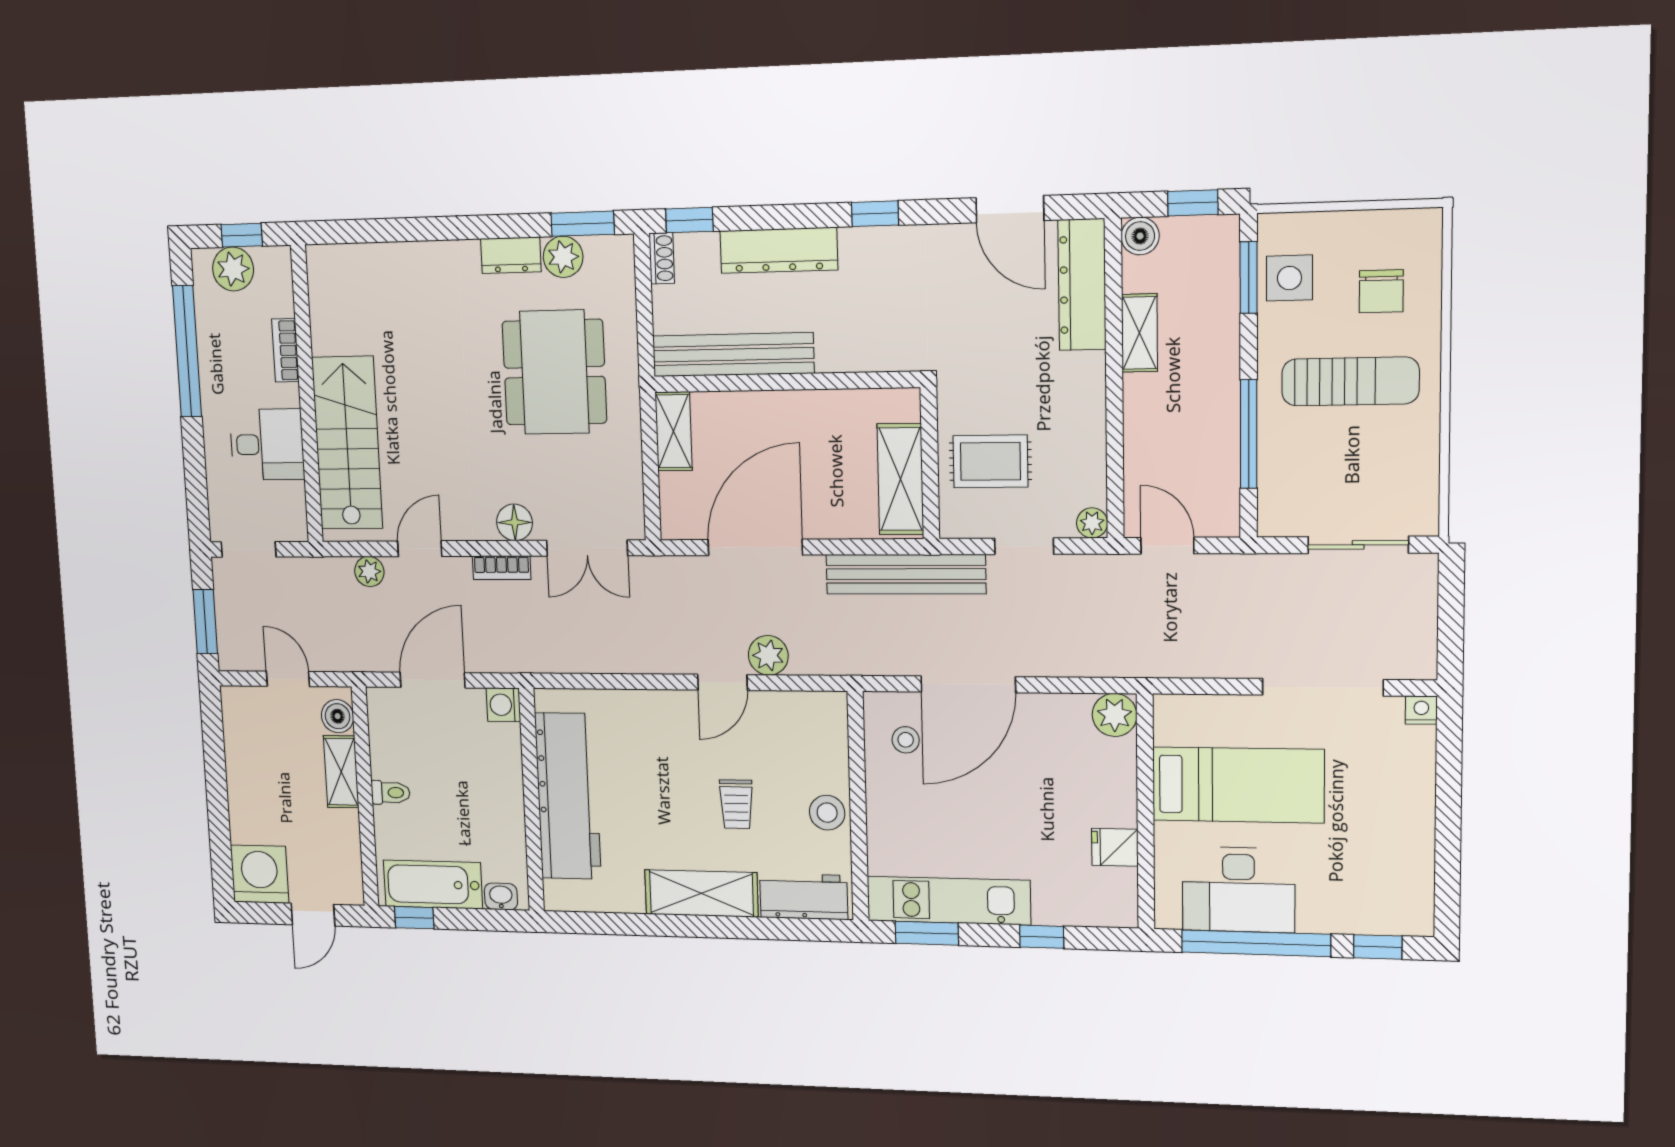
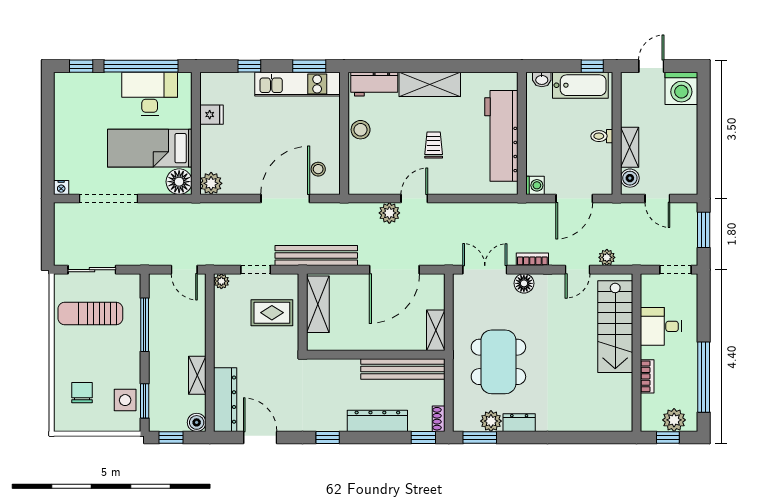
sun lounger: (1350, 381) -> (90, 313), moved
floor lamp: (1179, 719) -> (179, 182), added
trolley: (736, 804) -> (434, 145), moved

